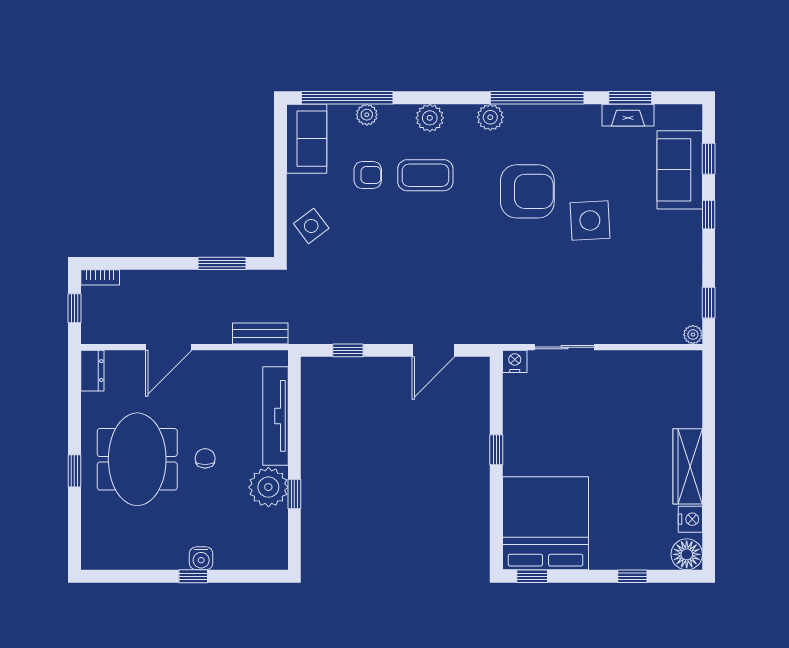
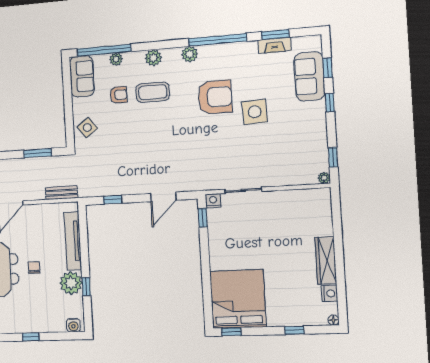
window: (496, 450) -> (203, 218), moved
floor lamp: (687, 554) -> (333, 320), width x0.53, depth x0.53
water cooler: (201, 558) -> (73, 325), moved

